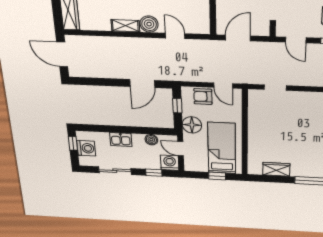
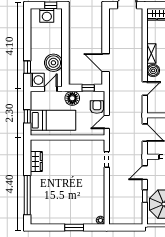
kitchen sink: (121, 140) -> (56, 43), removed
boiler: (151, 140) -> (53, 63), width x1.86, depth x1.86
sliding door: (115, 171) -> (27, 36), removed

